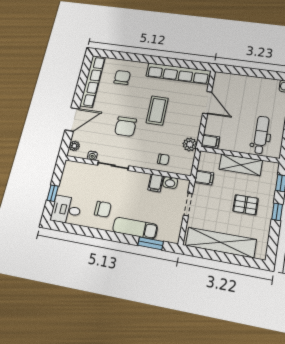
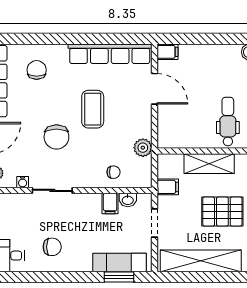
filing cabinet: (210, 141) -> (167, 52), moved
pallet: (246, 205) -> (222, 212), width x1.50, depth x1.42
exam couch: (135, 228) -> (120, 262), moved

